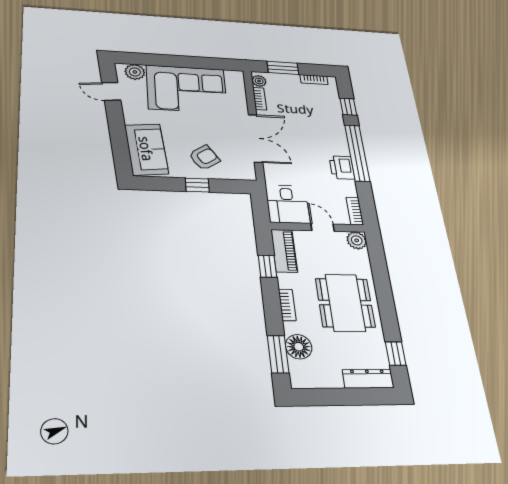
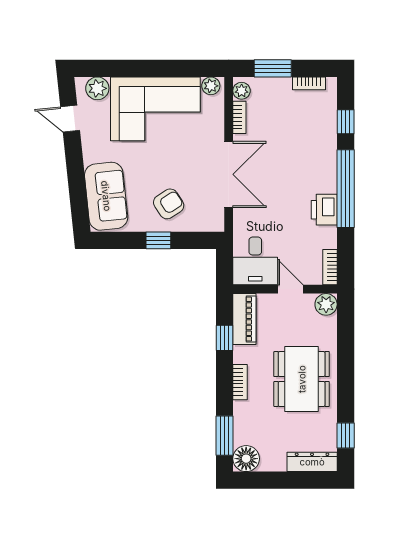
plant: (233, 76) -> (211, 86), added
floor lamp: (299, 347) -> (246, 459), moved

